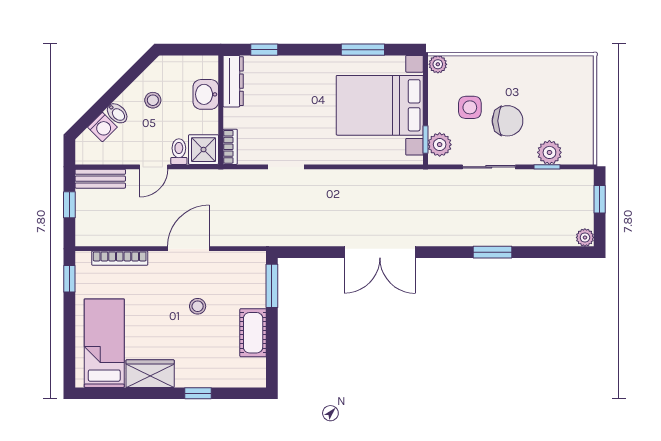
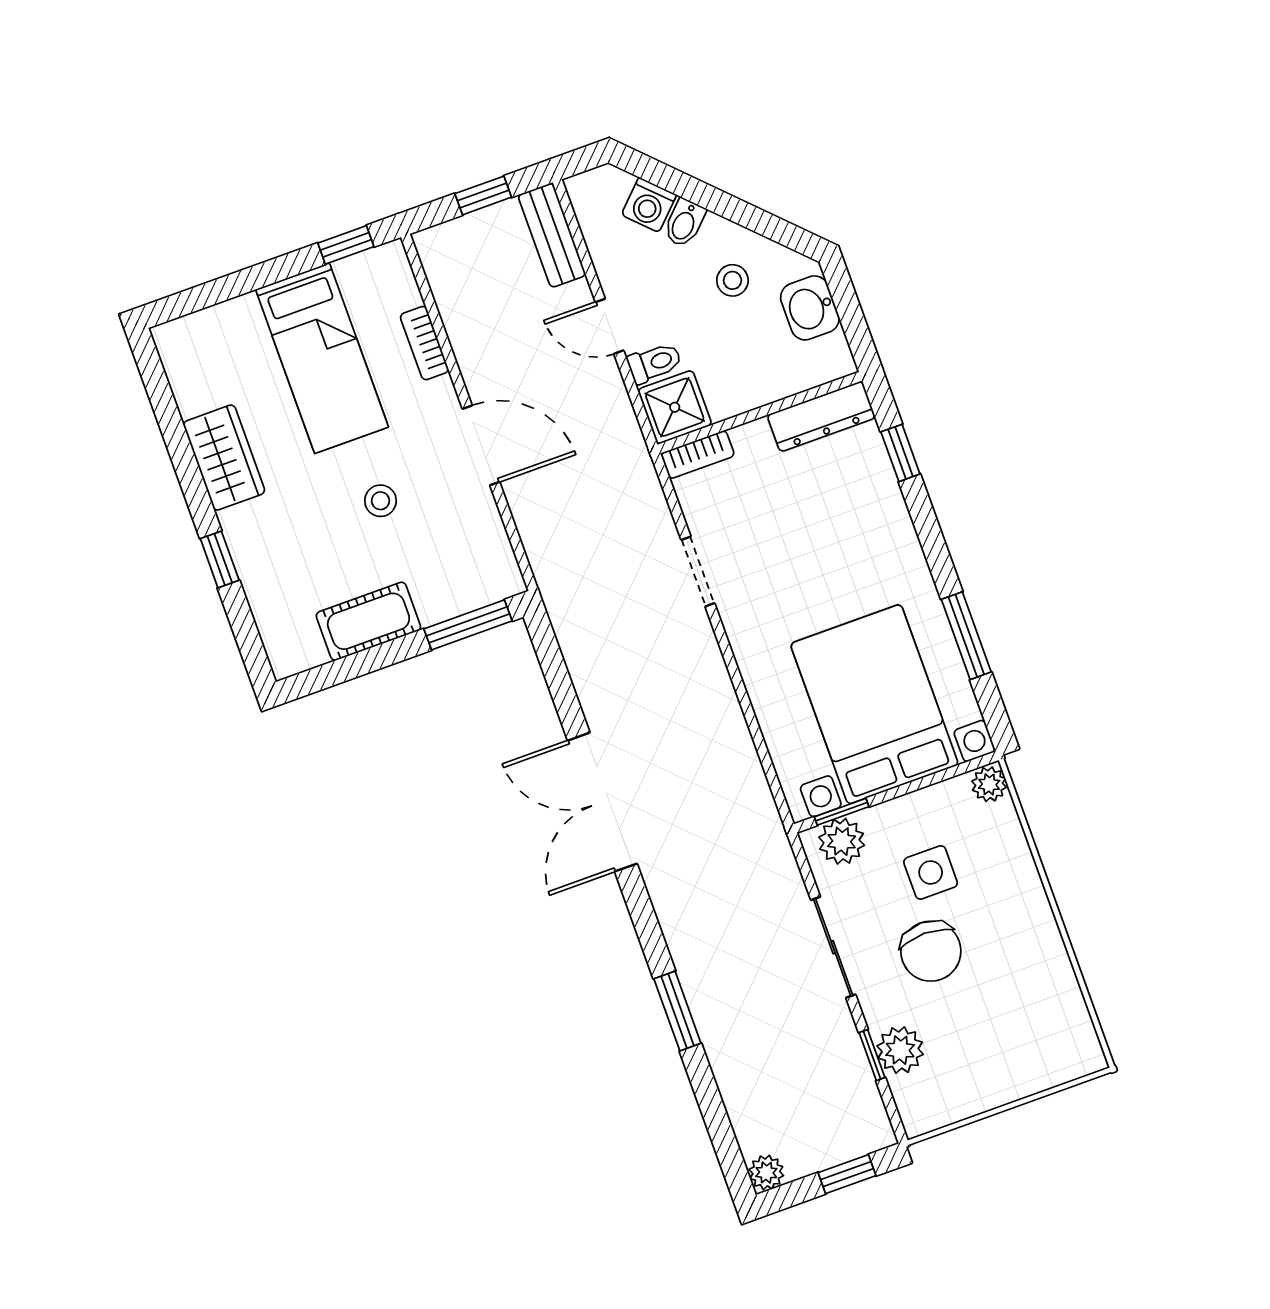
washbasin: (206, 94) -> (810, 308), moved, turned -90
bookcase: (120, 258) -> (424, 343), width x0.64
bed: (104, 343) -> (322, 358), moved, turned 90

